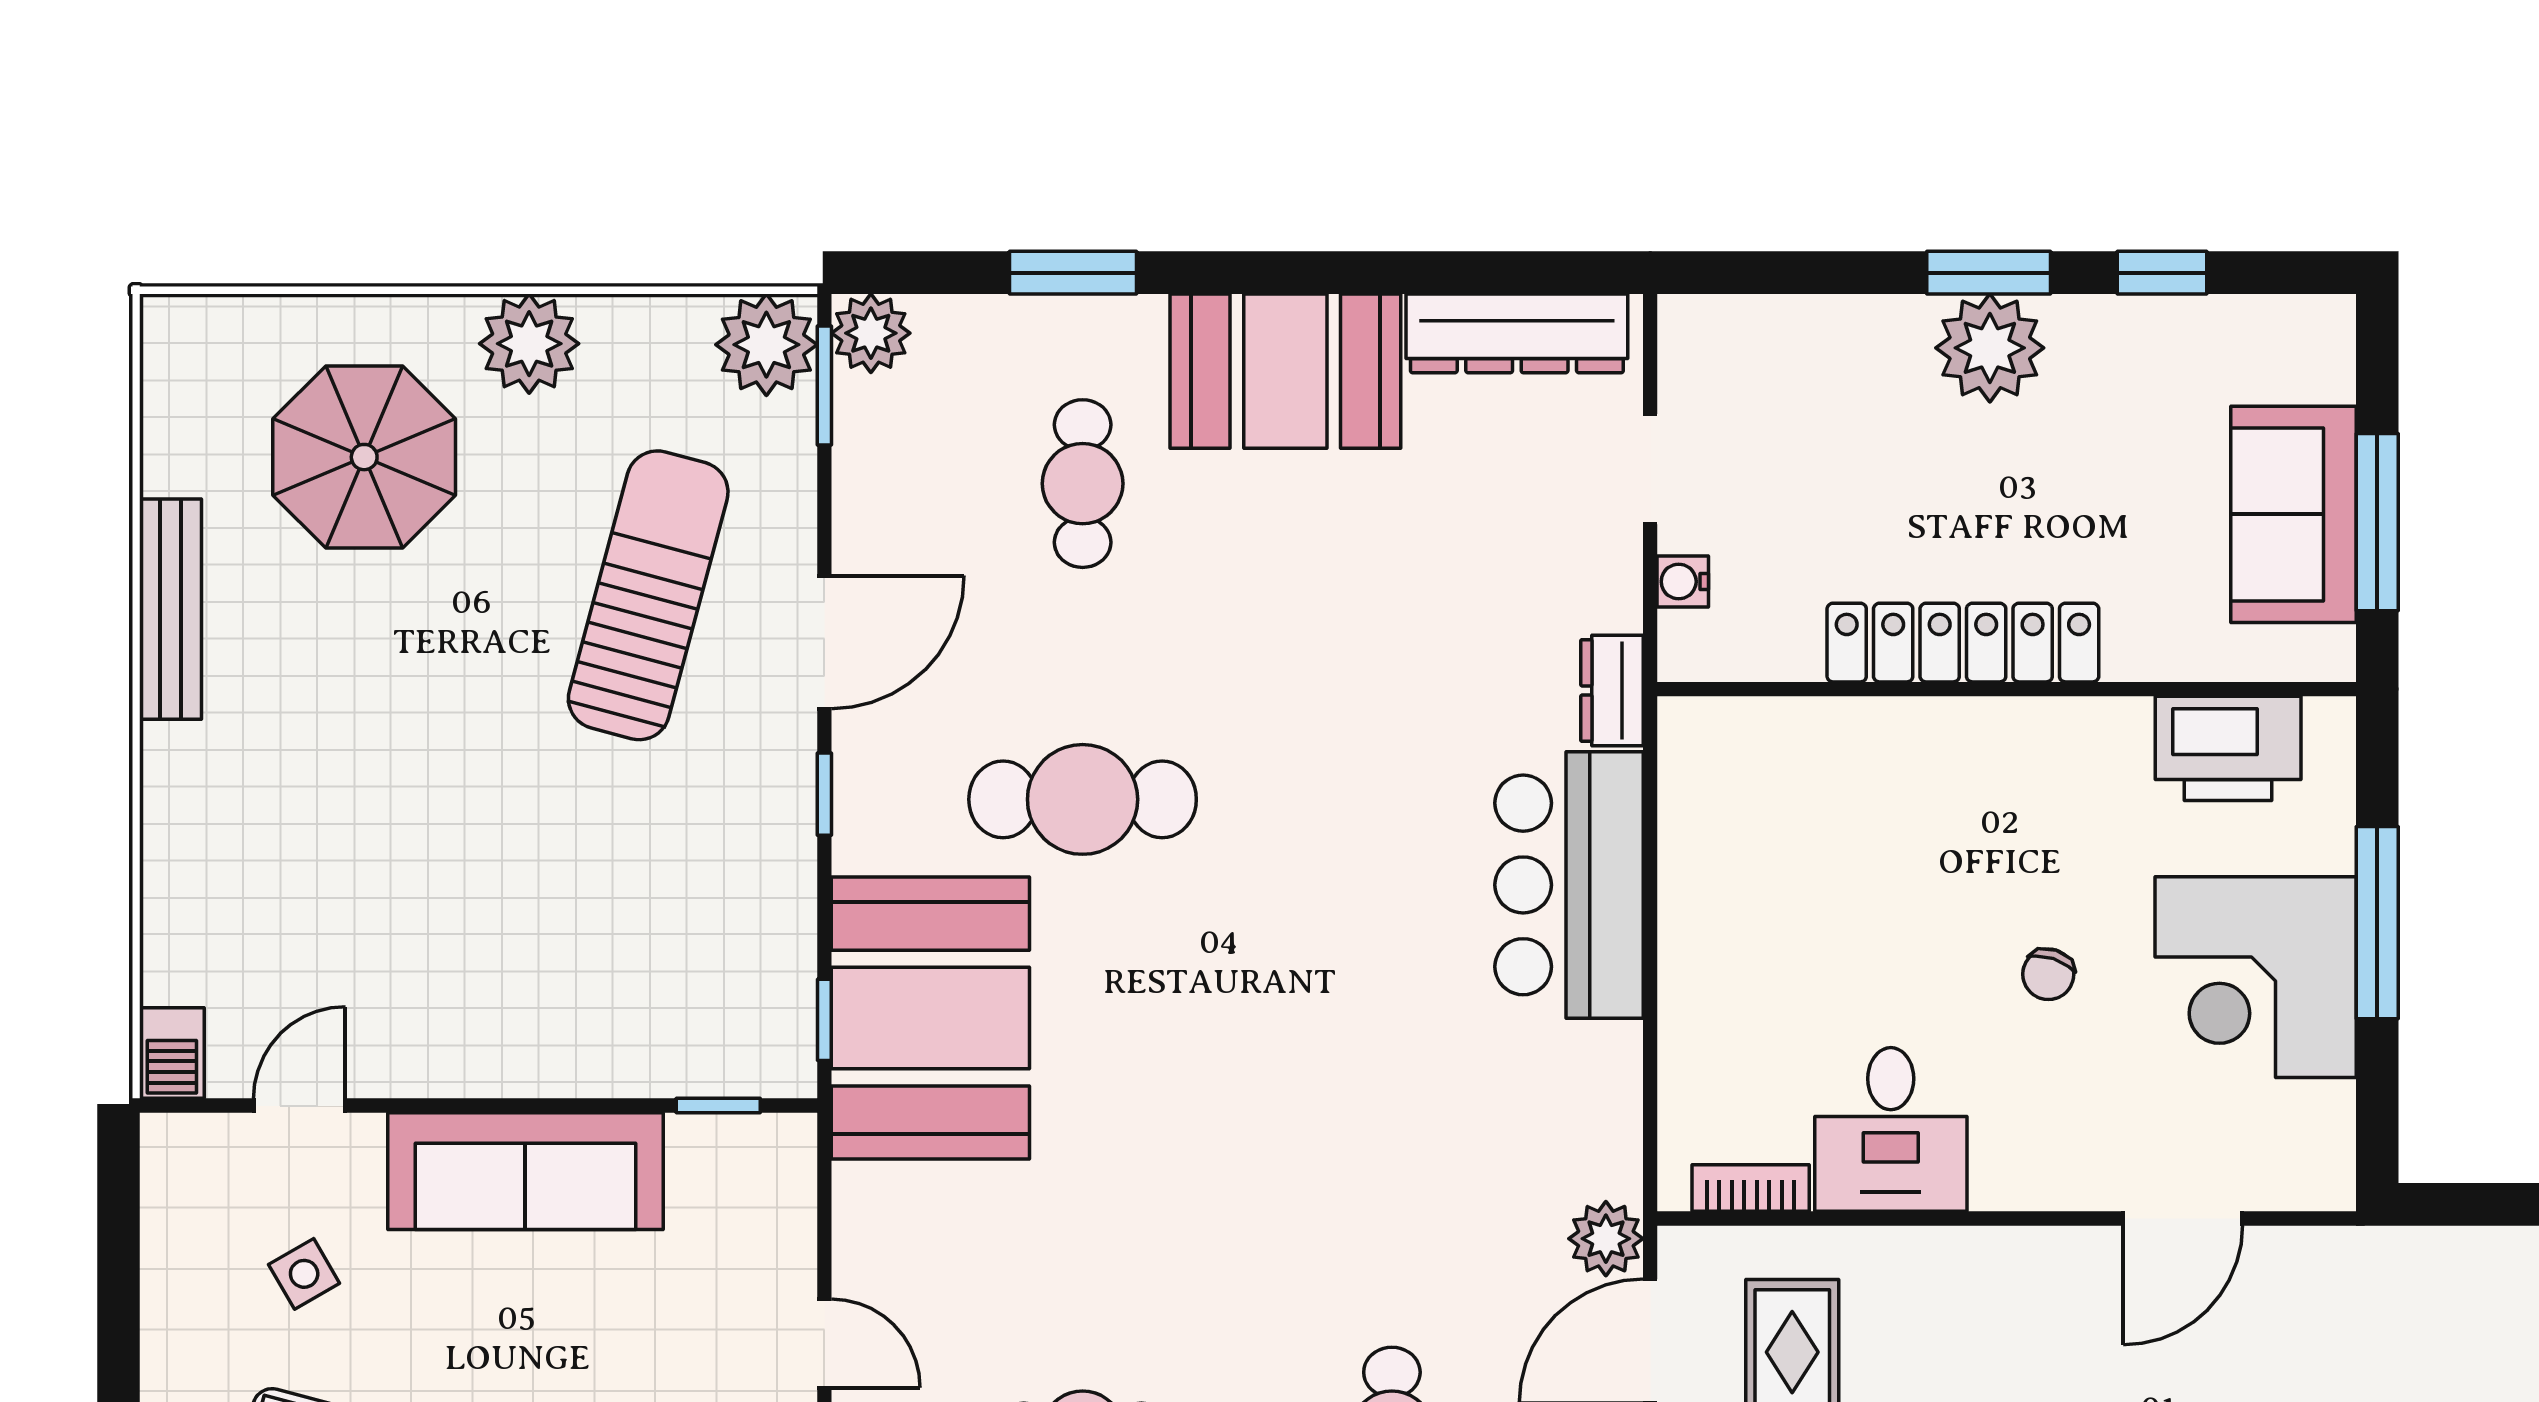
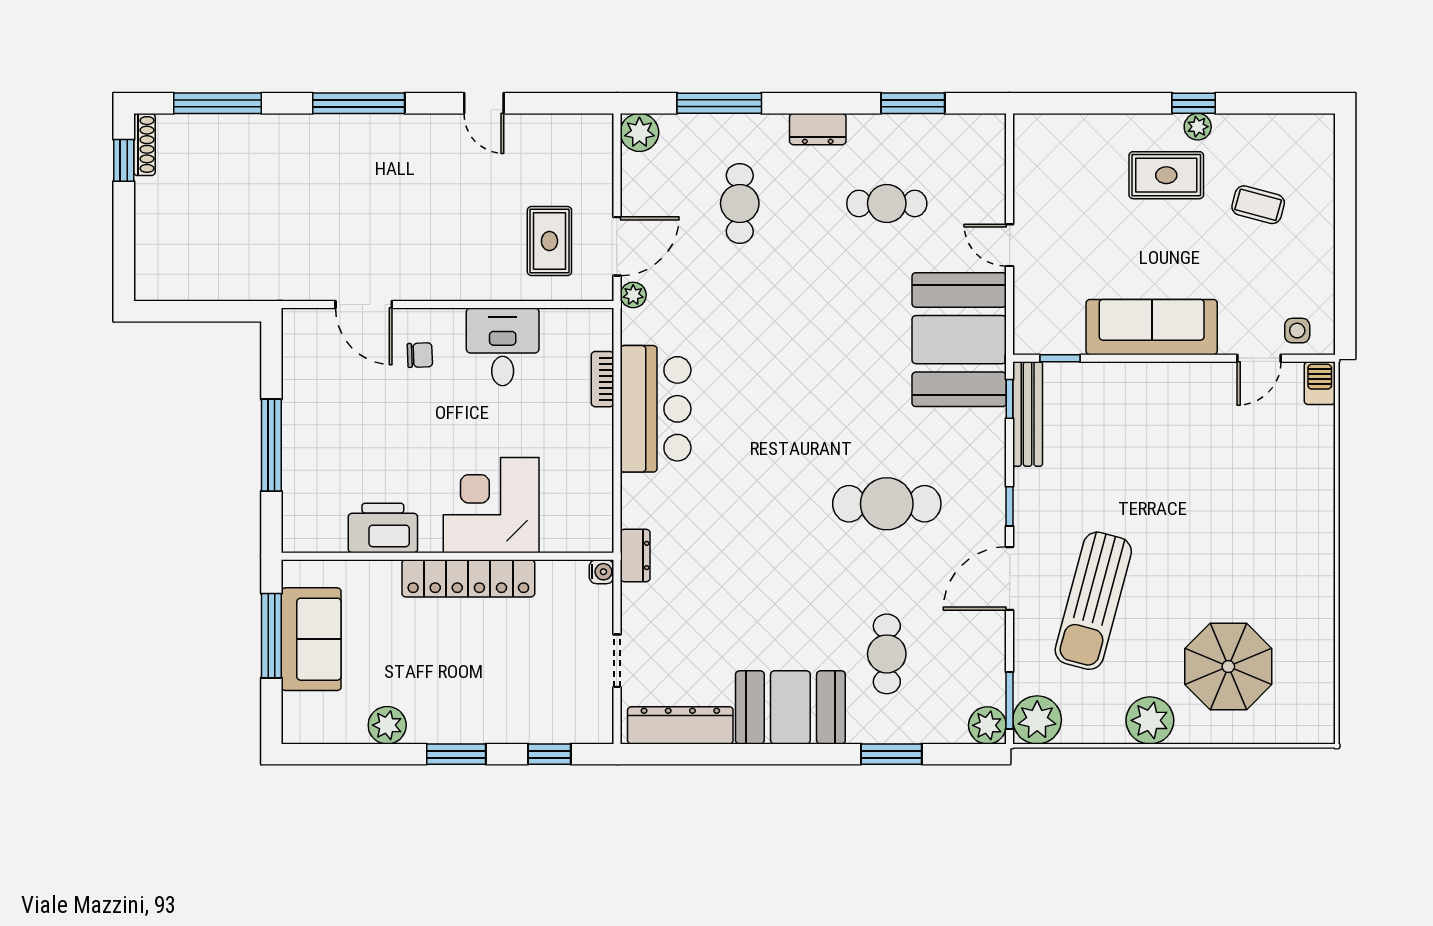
window: (2162, 273) -> (549, 754), moved
plant: (1990, 348) -> (387, 725), moved, width x0.73, depth x0.73
water cooler: (1683, 582) -> (601, 572), moved
bench: (171, 609) -> (1028, 414), moved
printer: (2228, 748) -> (383, 528), moved
bar counter: (1569, 885) -> (656, 409), moved
chair: (2048, 974) -> (420, 355), moved, turned 70
corner desk: (2256, 977) -> (491, 505), moved, turned -90
booth: (930, 1018) -> (959, 340), moved
bookcase: (1751, 1188) -> (603, 379), moved, turned 90
door: (2183, 1218) -> (364, 305), swing flipped
plant: (1606, 1239) -> (633, 295), width x0.73, depth x0.73
side table: (304, 1274) -> (1297, 331), moved, turned 30

